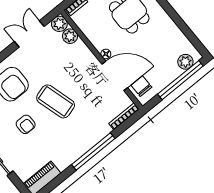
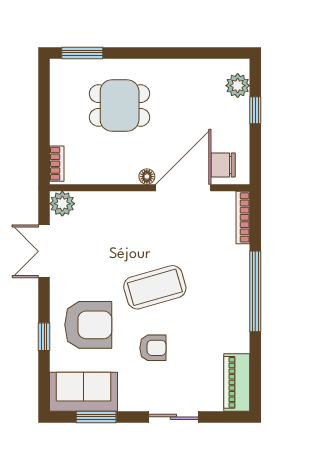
plant: (70, 36) -> (88, 203), removed
window: (180, 80) -> (255, 110), width x0.32

